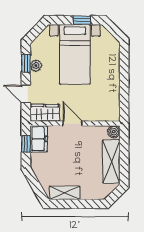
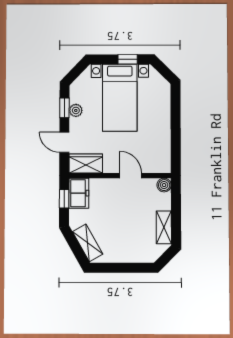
door: (73, 123) -> (131, 176), moved
shelving: (111, 161) -> (164, 227), width x0.67, depth x0.75
shelving: (65, 193) -> (88, 243), moved, turned 60

